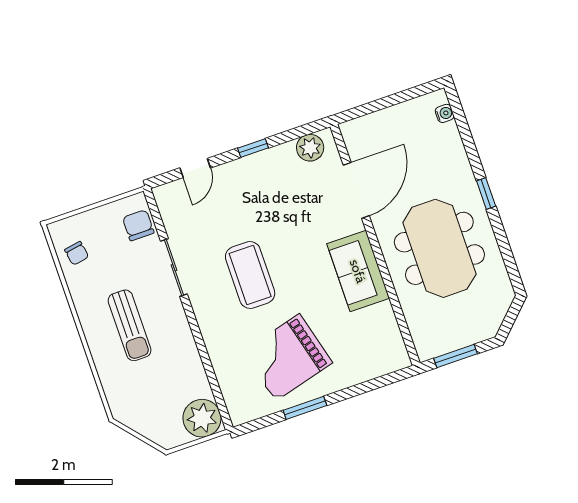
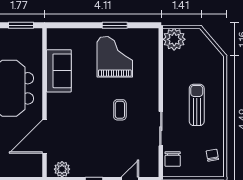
sofa: (358, 271) -> (59, 71), moved
coffee table: (250, 275) -> (120, 110), width x0.54, depth x0.58
grand piano: (288, 357) -> (115, 57), turned -75

